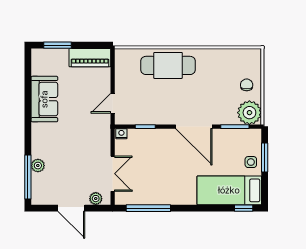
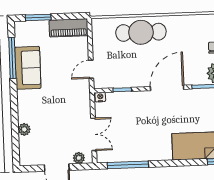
door: (194, 127) -> (167, 88), swing flipped
window: (28, 177) -> (12, 58), moved

